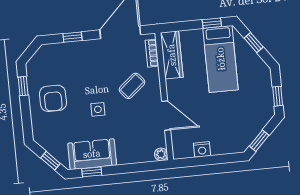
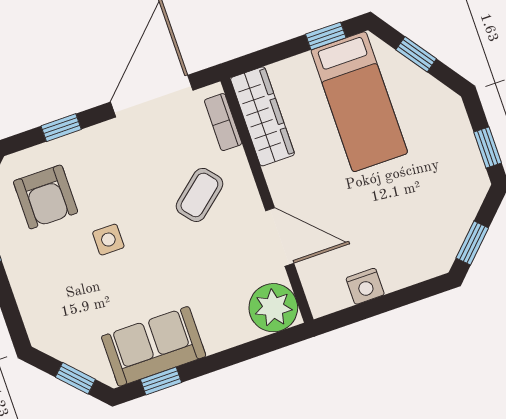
armchair: (53, 98) -> (46, 197), moved
side table: (98, 109) -> (108, 240), moved
plant: (161, 154) -> (273, 308), width x1.88, depth x1.88

